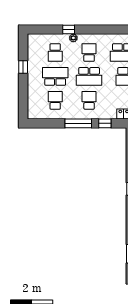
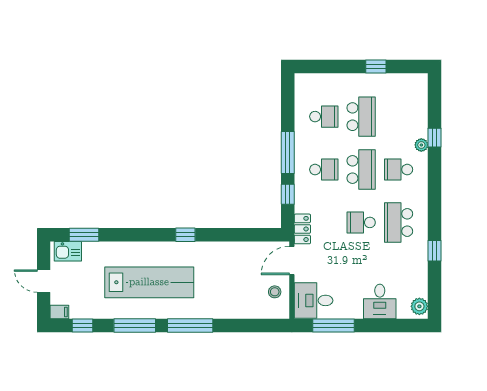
school desk: (55, 53) -> (399, 117), removed
school desk: (89, 53) -> (399, 170), turned 180
school desk: (89, 76) -> (361, 170), turned 180

